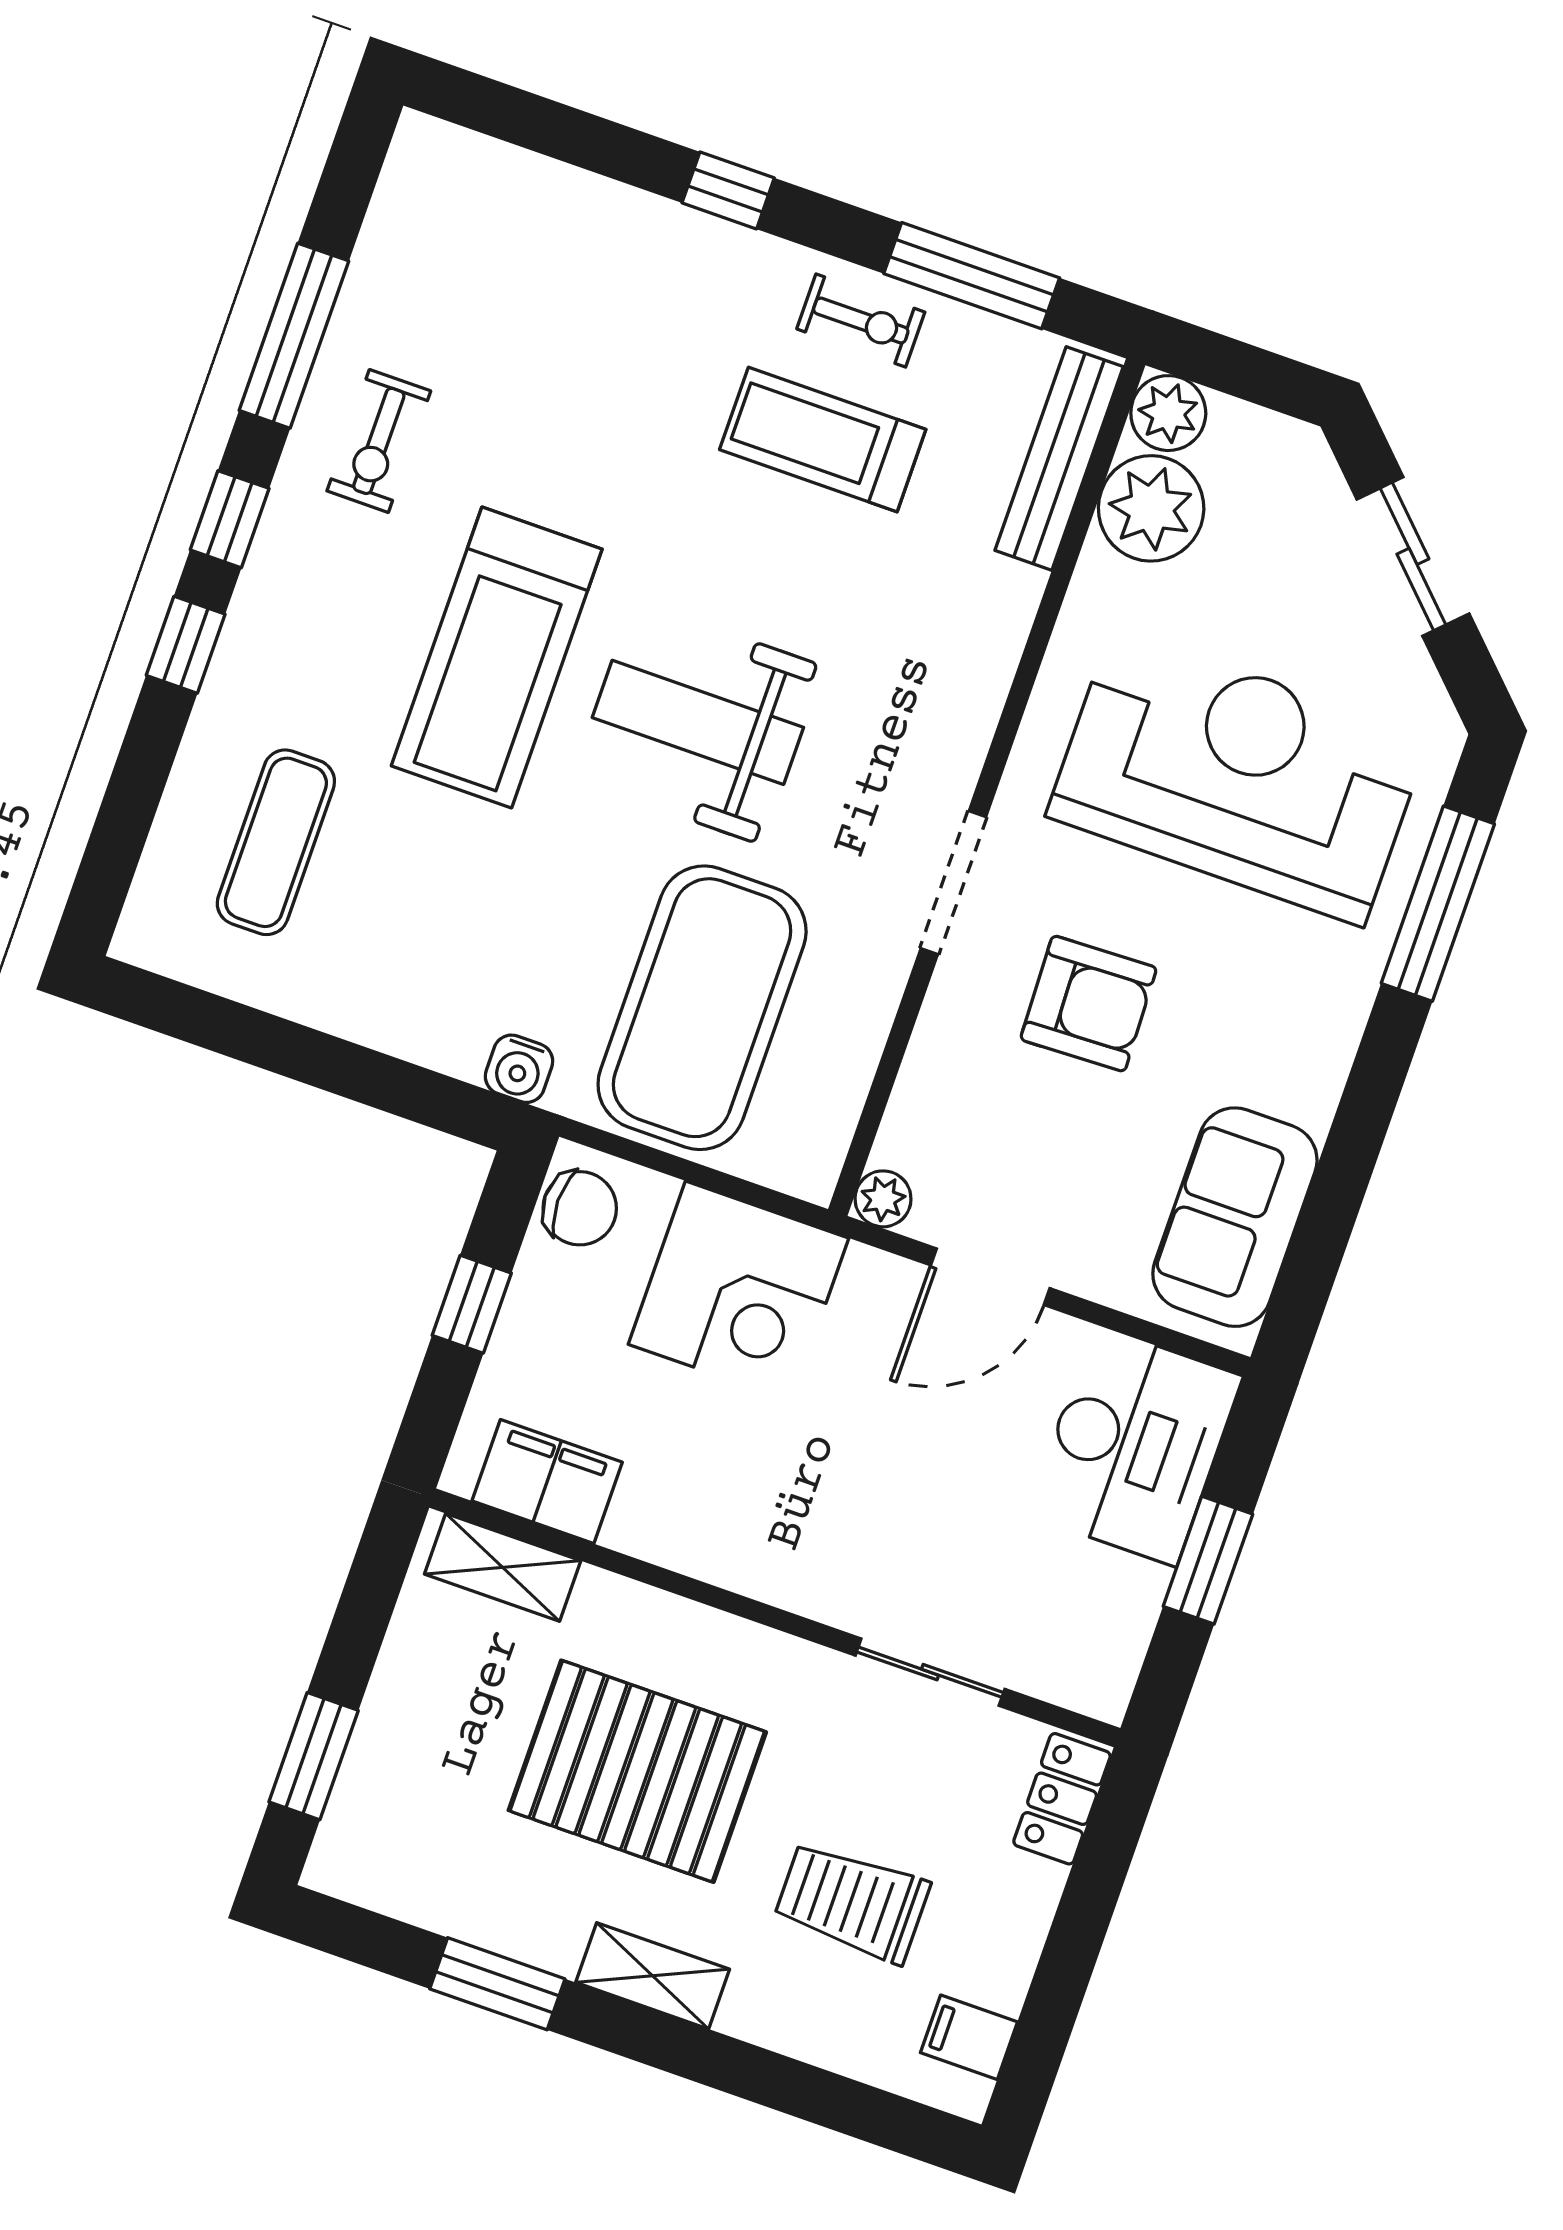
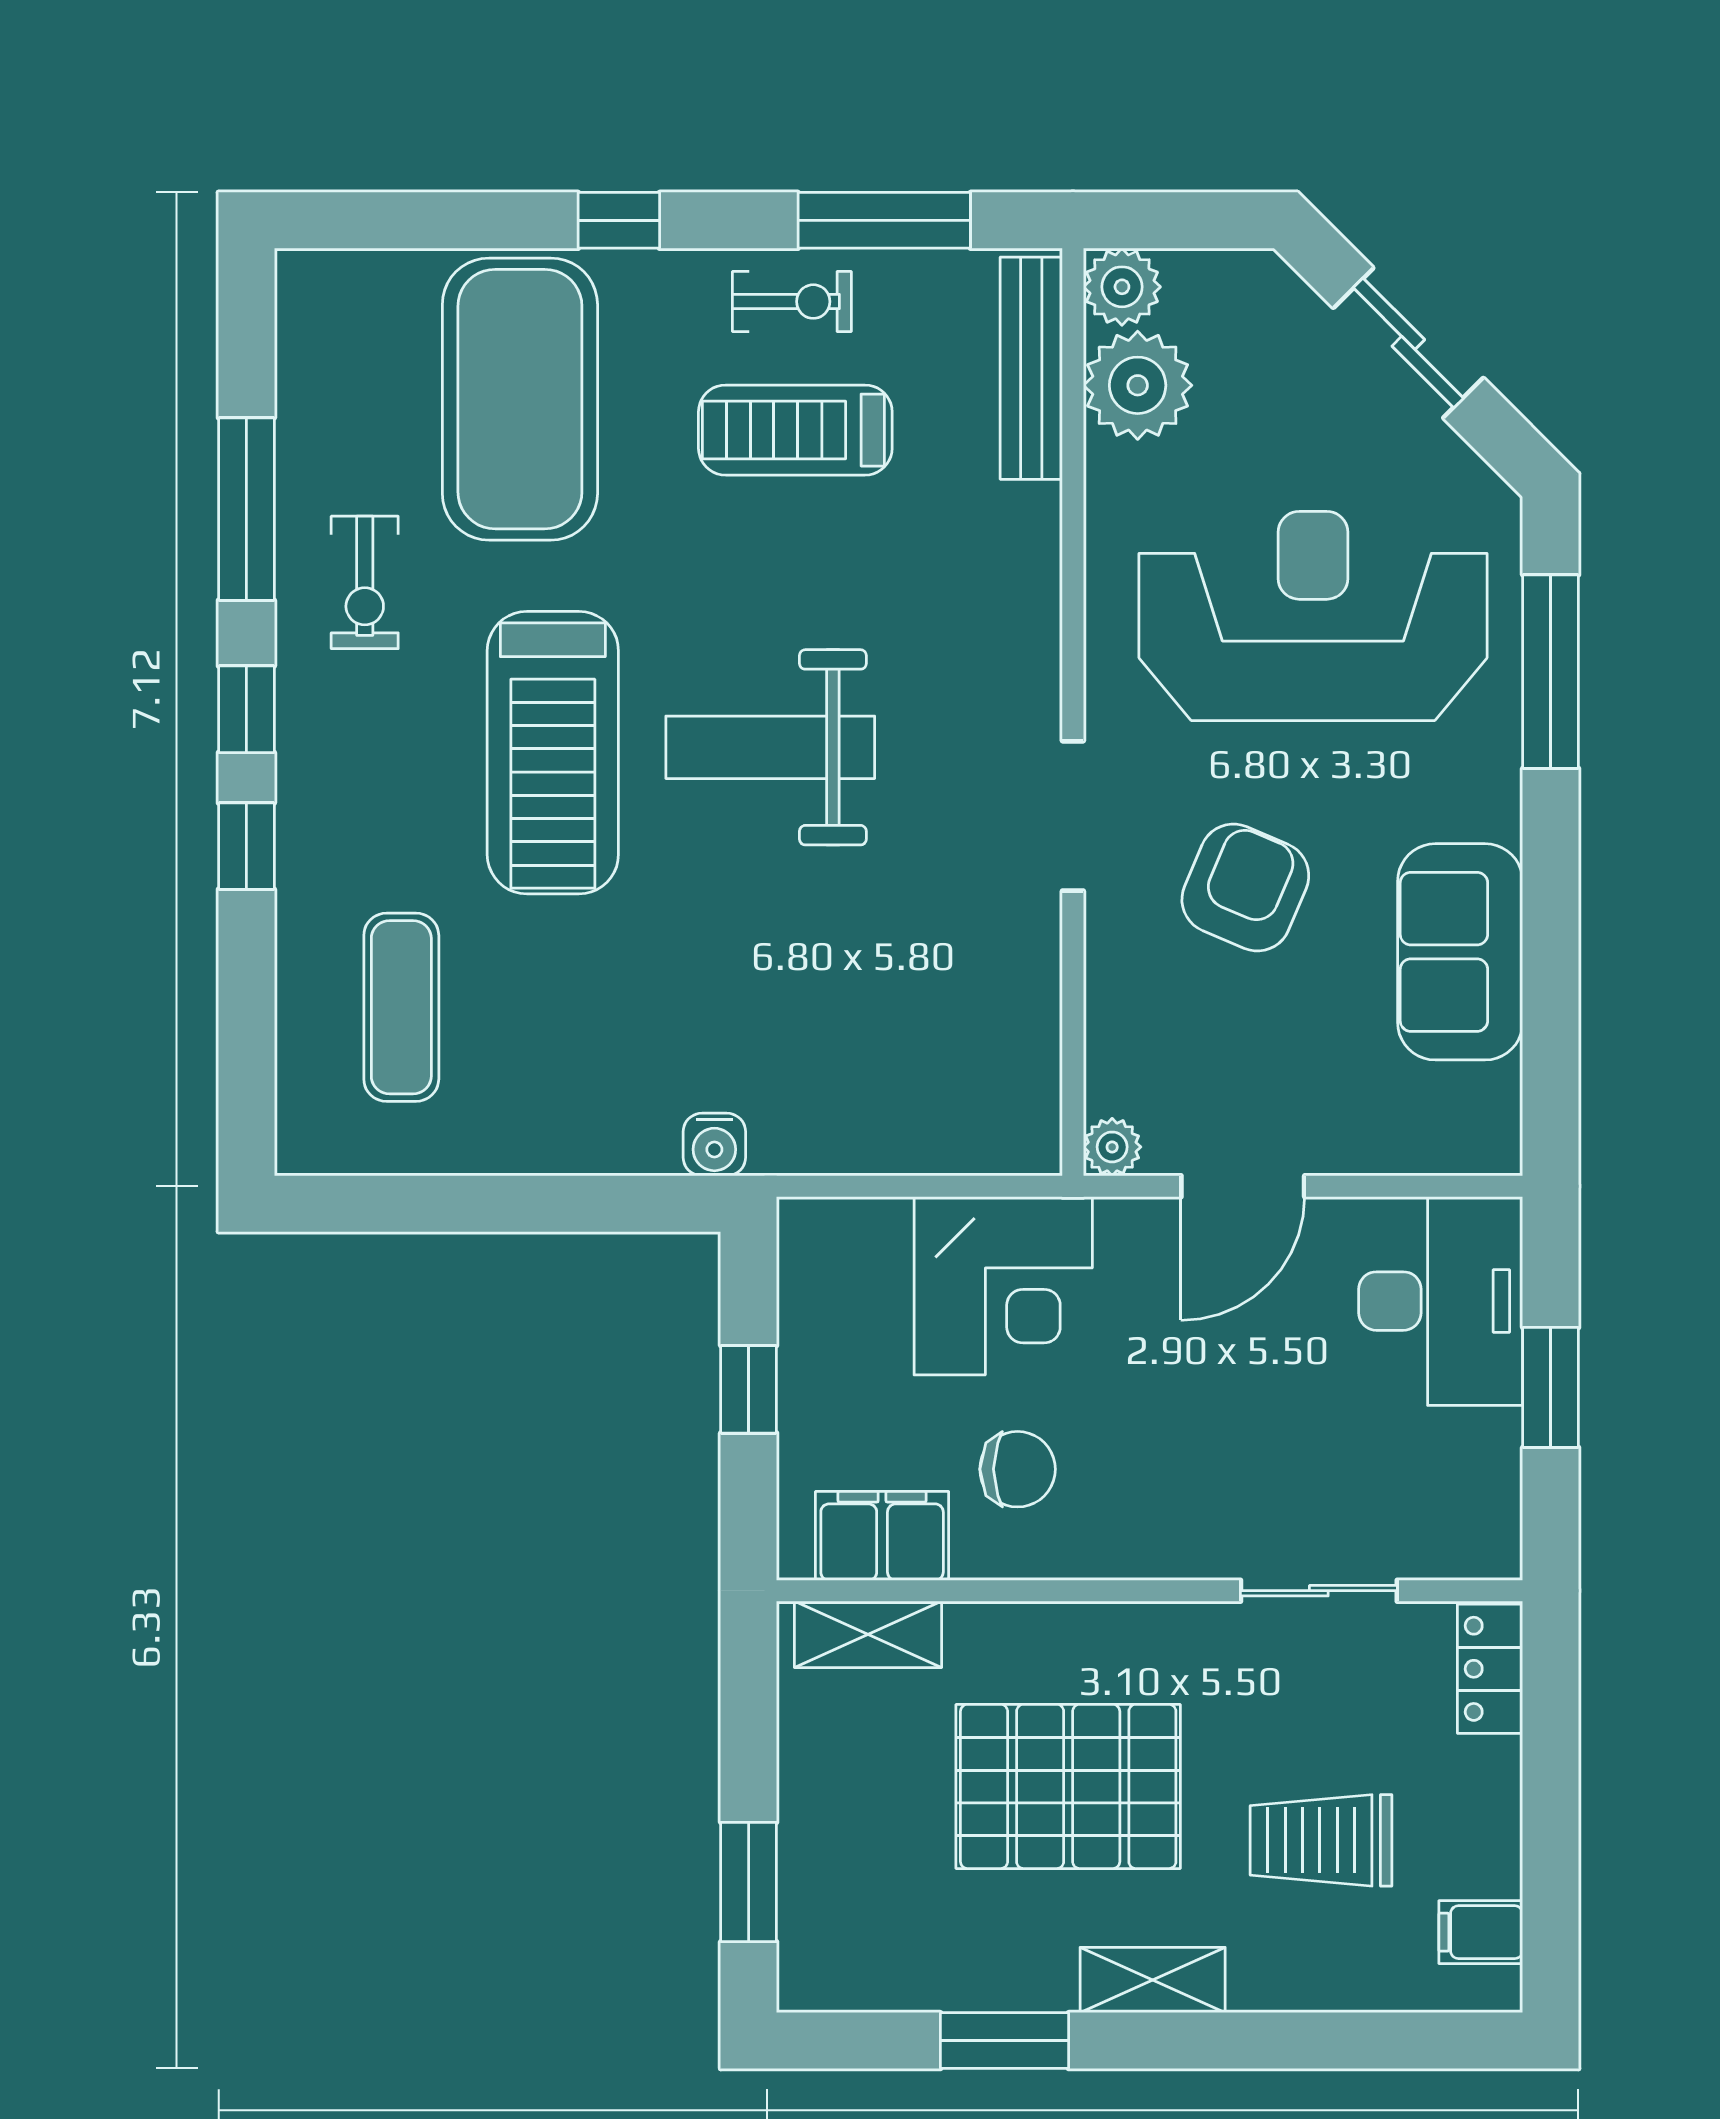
armchair: (1089, 1004) -> (1245, 887), turned -65
exercise mat: (702, 1008) -> (520, 399), moved
chair: (580, 1208) -> (1018, 1469), moved
sofa: (1235, 1217) -> (1460, 952), moved

